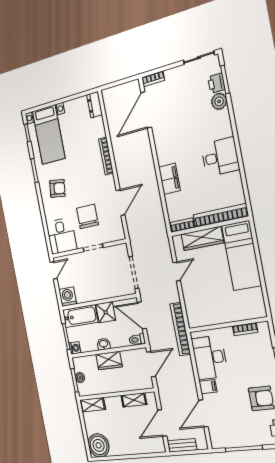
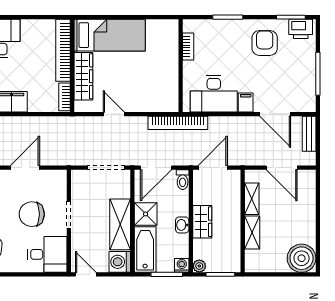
door: (121, 203) -> (25, 168), hinge flipped
shelving: (94, 292) -> (120, 224), added
door: (151, 364) -> (213, 168), hinge flipped
plant: (80, 377) -> (199, 266), moved
shelving: (93, 405) -> (252, 232), moved
bench: (182, 445) -> (309, 134), moved

